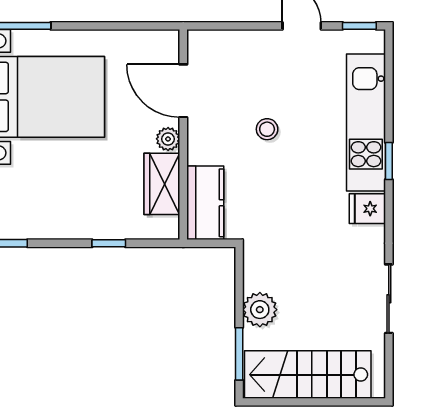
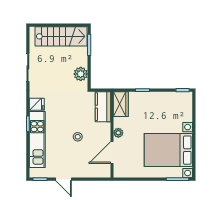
door: (183, 91) -> (112, 152), swing flipped
wardrobe: (162, 184) -> (121, 104), moved
plant: (260, 310) -> (81, 74), moved

